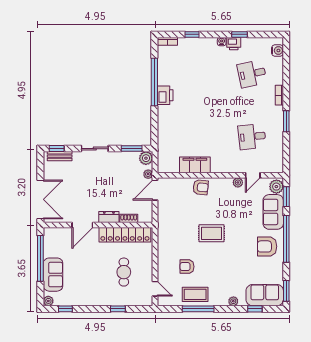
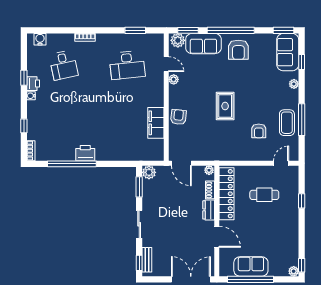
window: (286, 121) -> (135, 30), moved
desk: (252, 137) -> (127, 65), width x1.37
plant: (148, 174) -> (209, 170), moved
sofa: (53, 275) -> (251, 266), moved
window: (65, 309) -> (302, 265), moved

